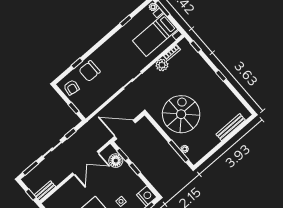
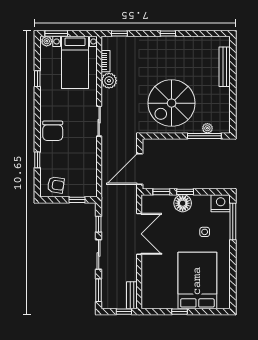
chair: (90, 71) -> (53, 131), moved
spiral stairs: (181, 114) -> (172, 103), turned -90
floor lamp: (116, 161) -> (183, 203), moved

